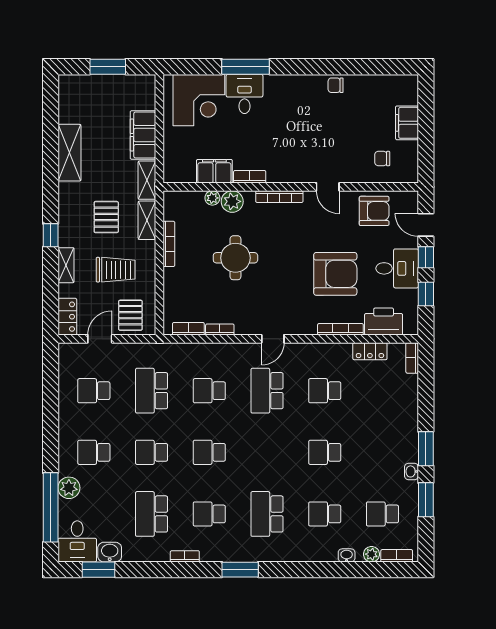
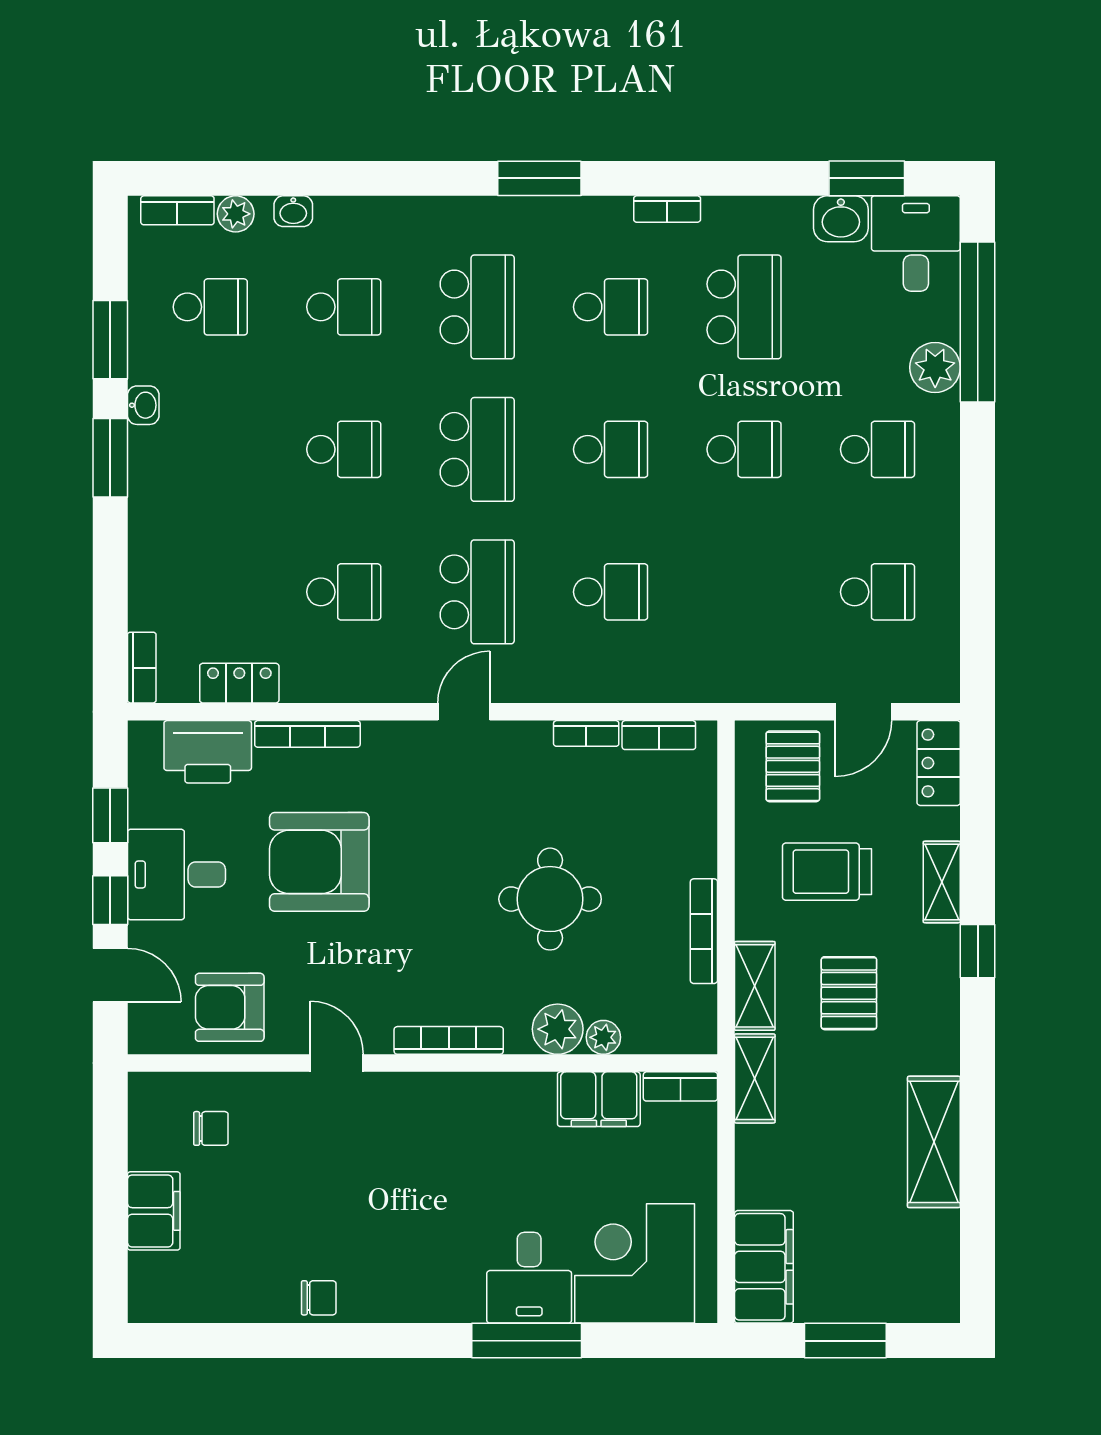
filing cabinet: (143, 135) -> (764, 1267), moved
bookcase: (250, 177) -> (680, 1086), moved
school desk: (152, 391) -> (477, 449), moved

